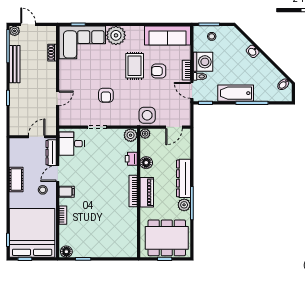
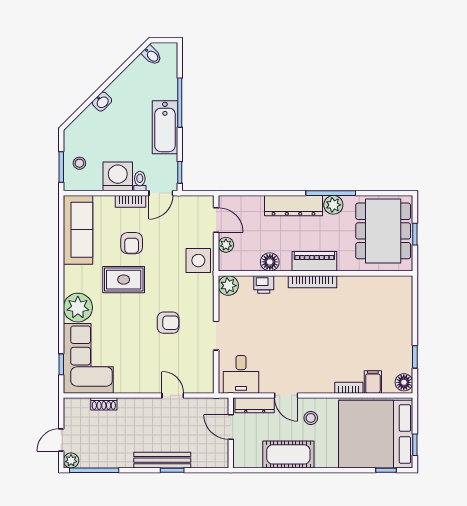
bench: (15, 64) -> (162, 460), moved
plant: (145, 134) -> (226, 245), moved
cot: (16, 180) -> (288, 454), width x1.37, depth x1.34
filing cabinet: (67, 192) -> (373, 382), moved

